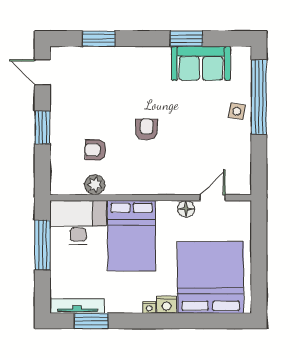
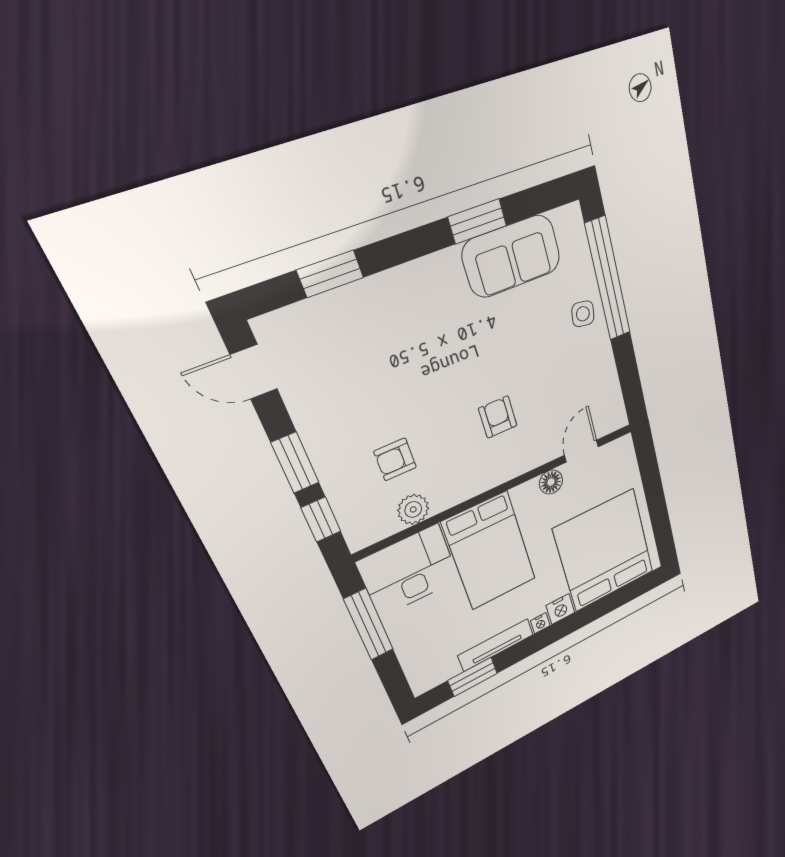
armchair: (147, 129) -> (498, 417), moved
window: (42, 166) -> (321, 520), added
tv unit: (77, 306) -> (496, 645), moved

